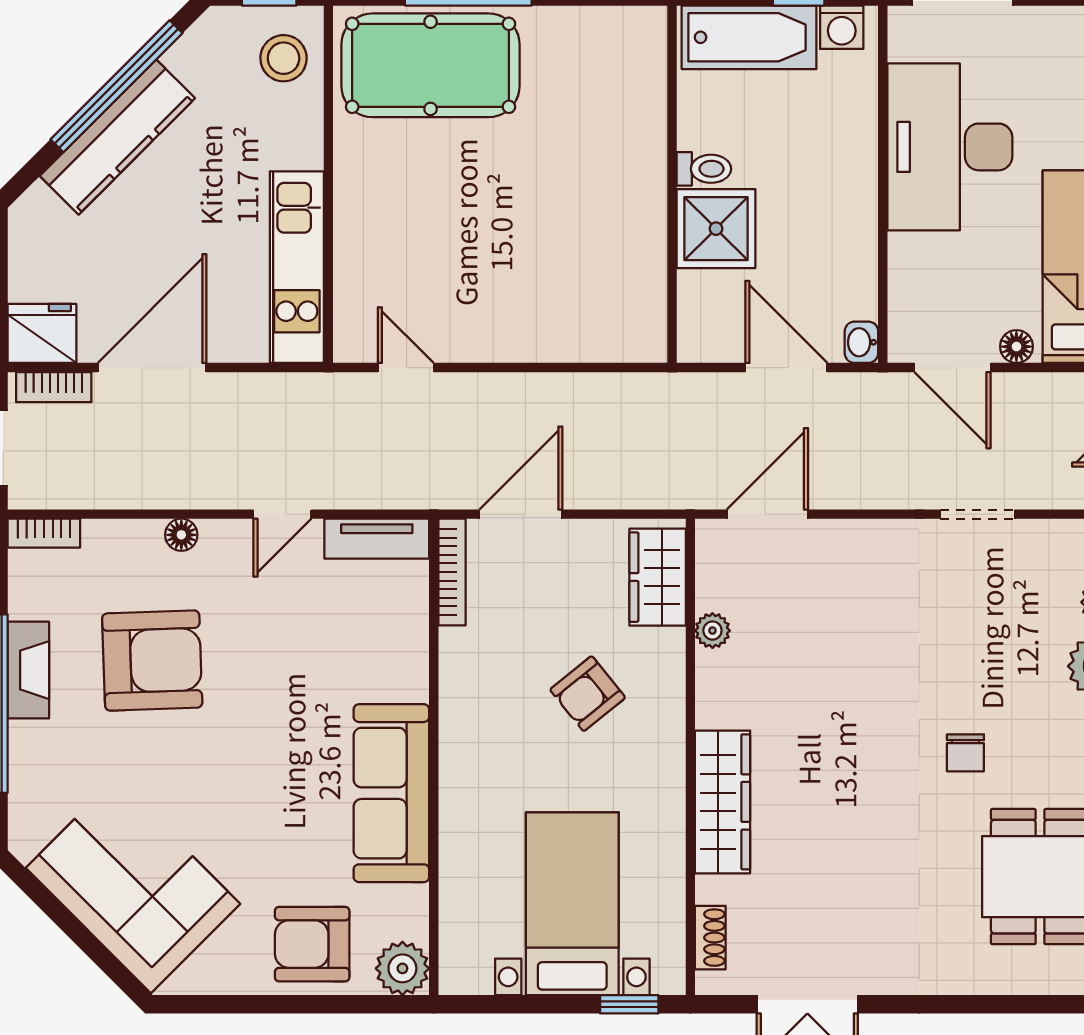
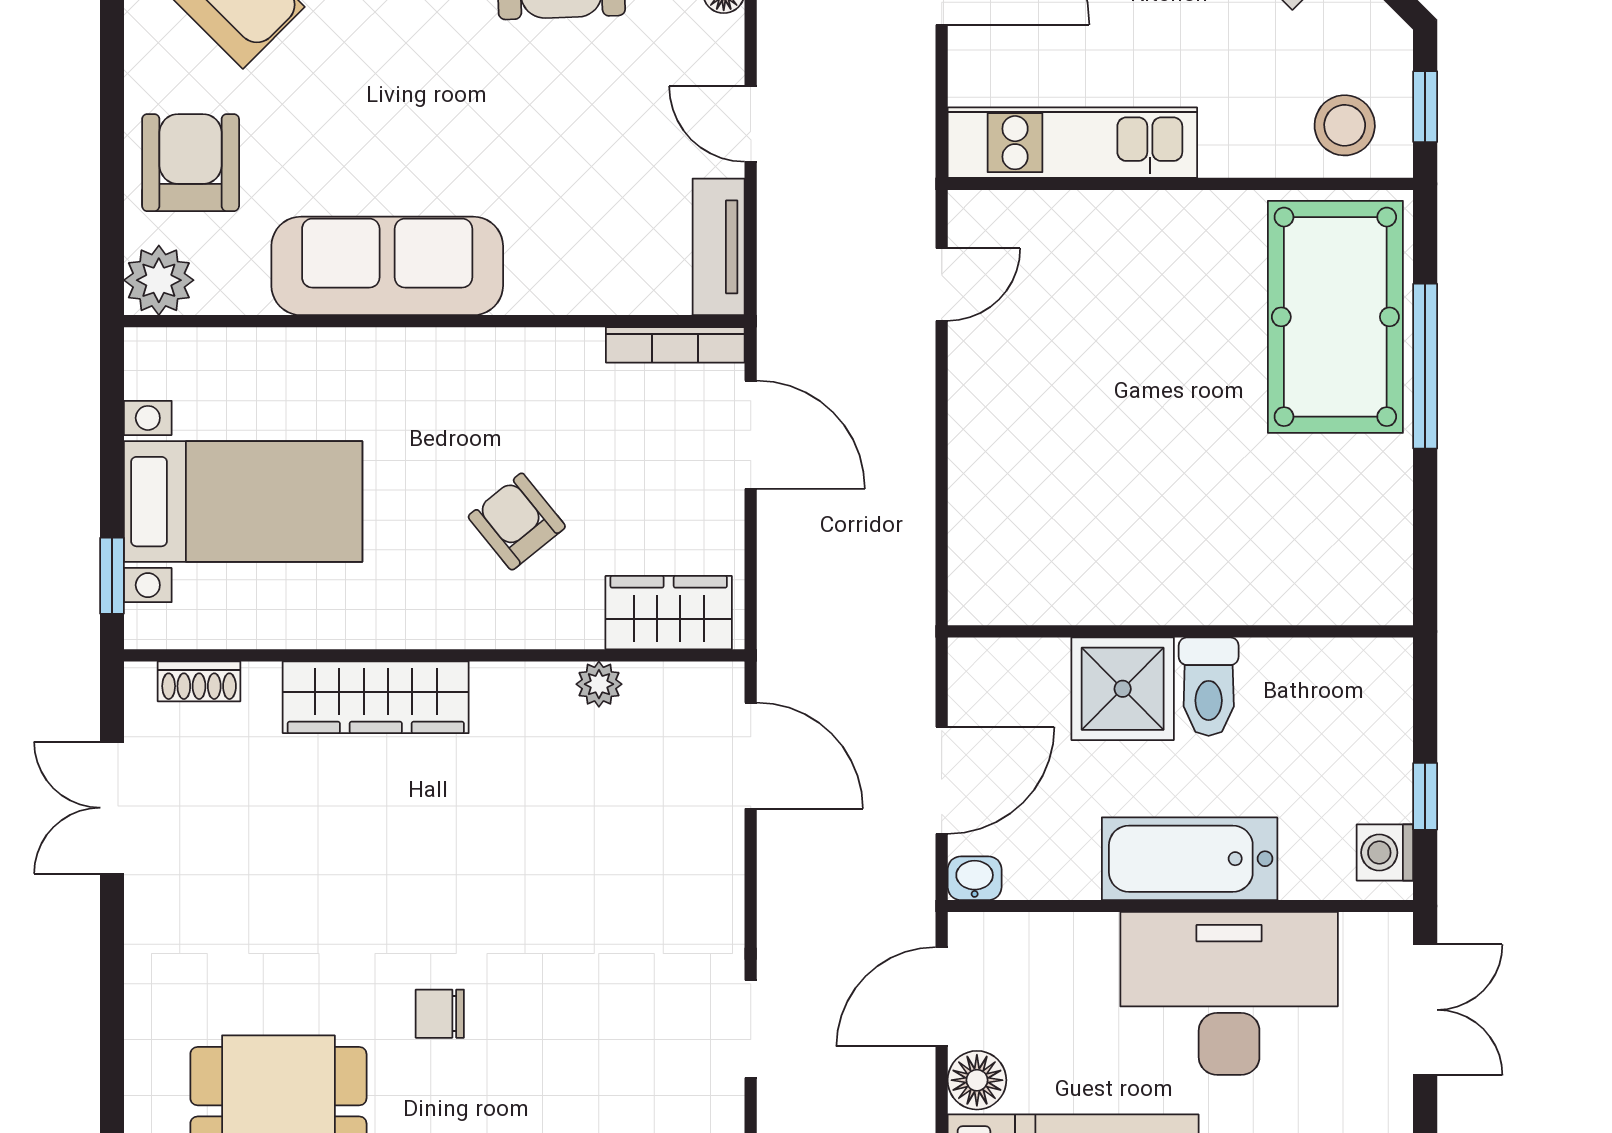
bathtub: (749, 37) -> (1190, 859), moved, turned 90
toilet: (704, 169) -> (1209, 687), width x1.37, depth x1.39
floor lamp: (1016, 347) -> (977, 1080), width x1.37, depth x1.37

